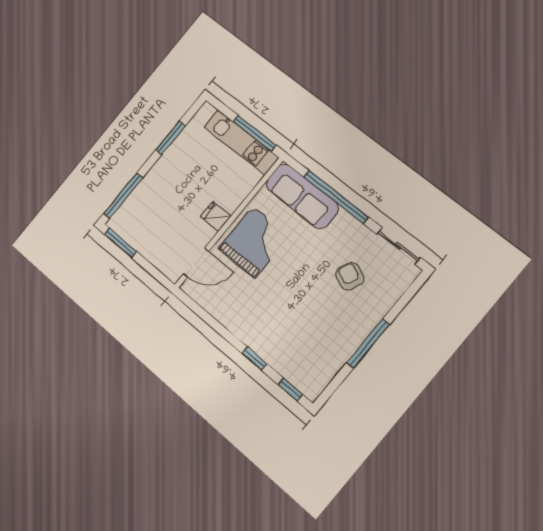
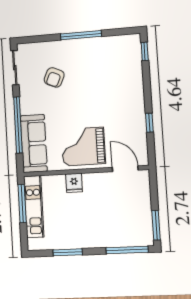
fridge: (216, 216) -> (74, 183), moved
window: (254, 358) -> (149, 123), moved

